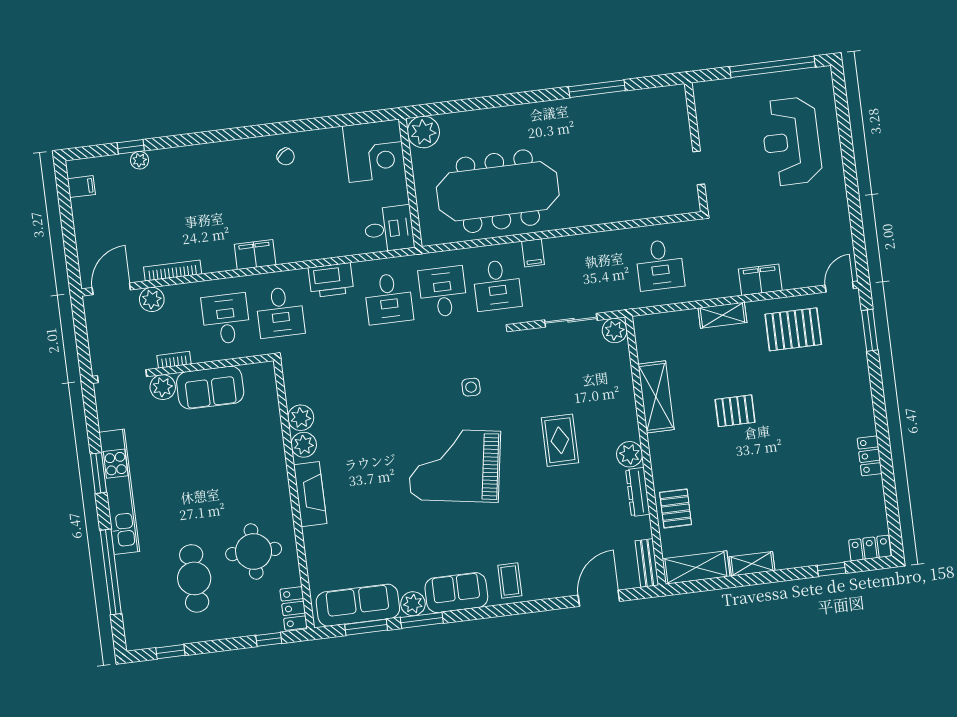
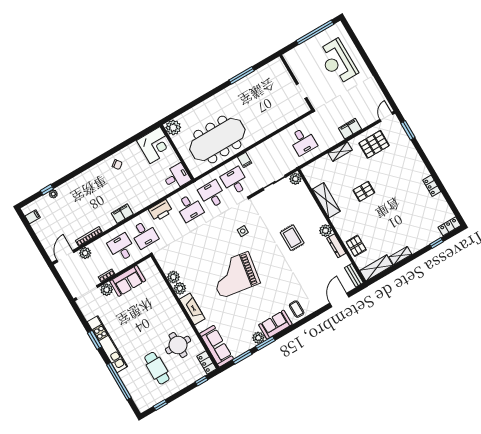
desk: (497, 285) -> (235, 181), turned 180
grand piano: (455, 465) -> (234, 275), moved
sofa: (358, 605) -> (216, 346), moved, turned 90

